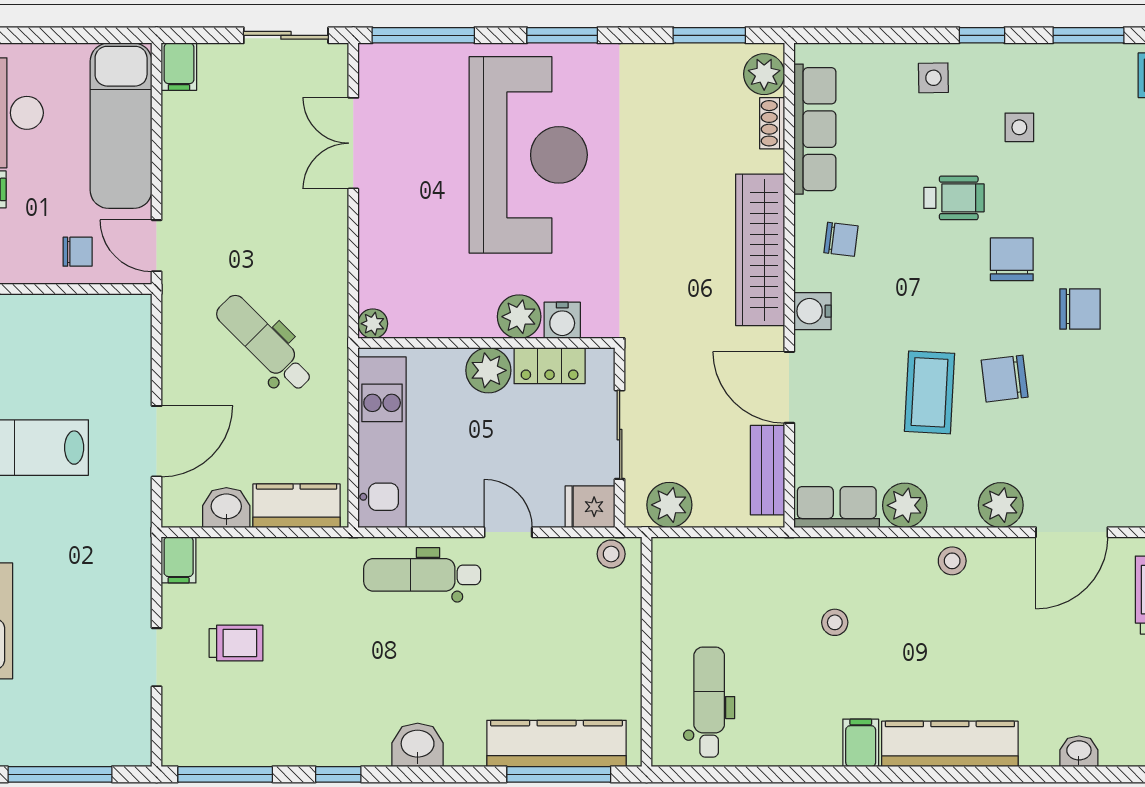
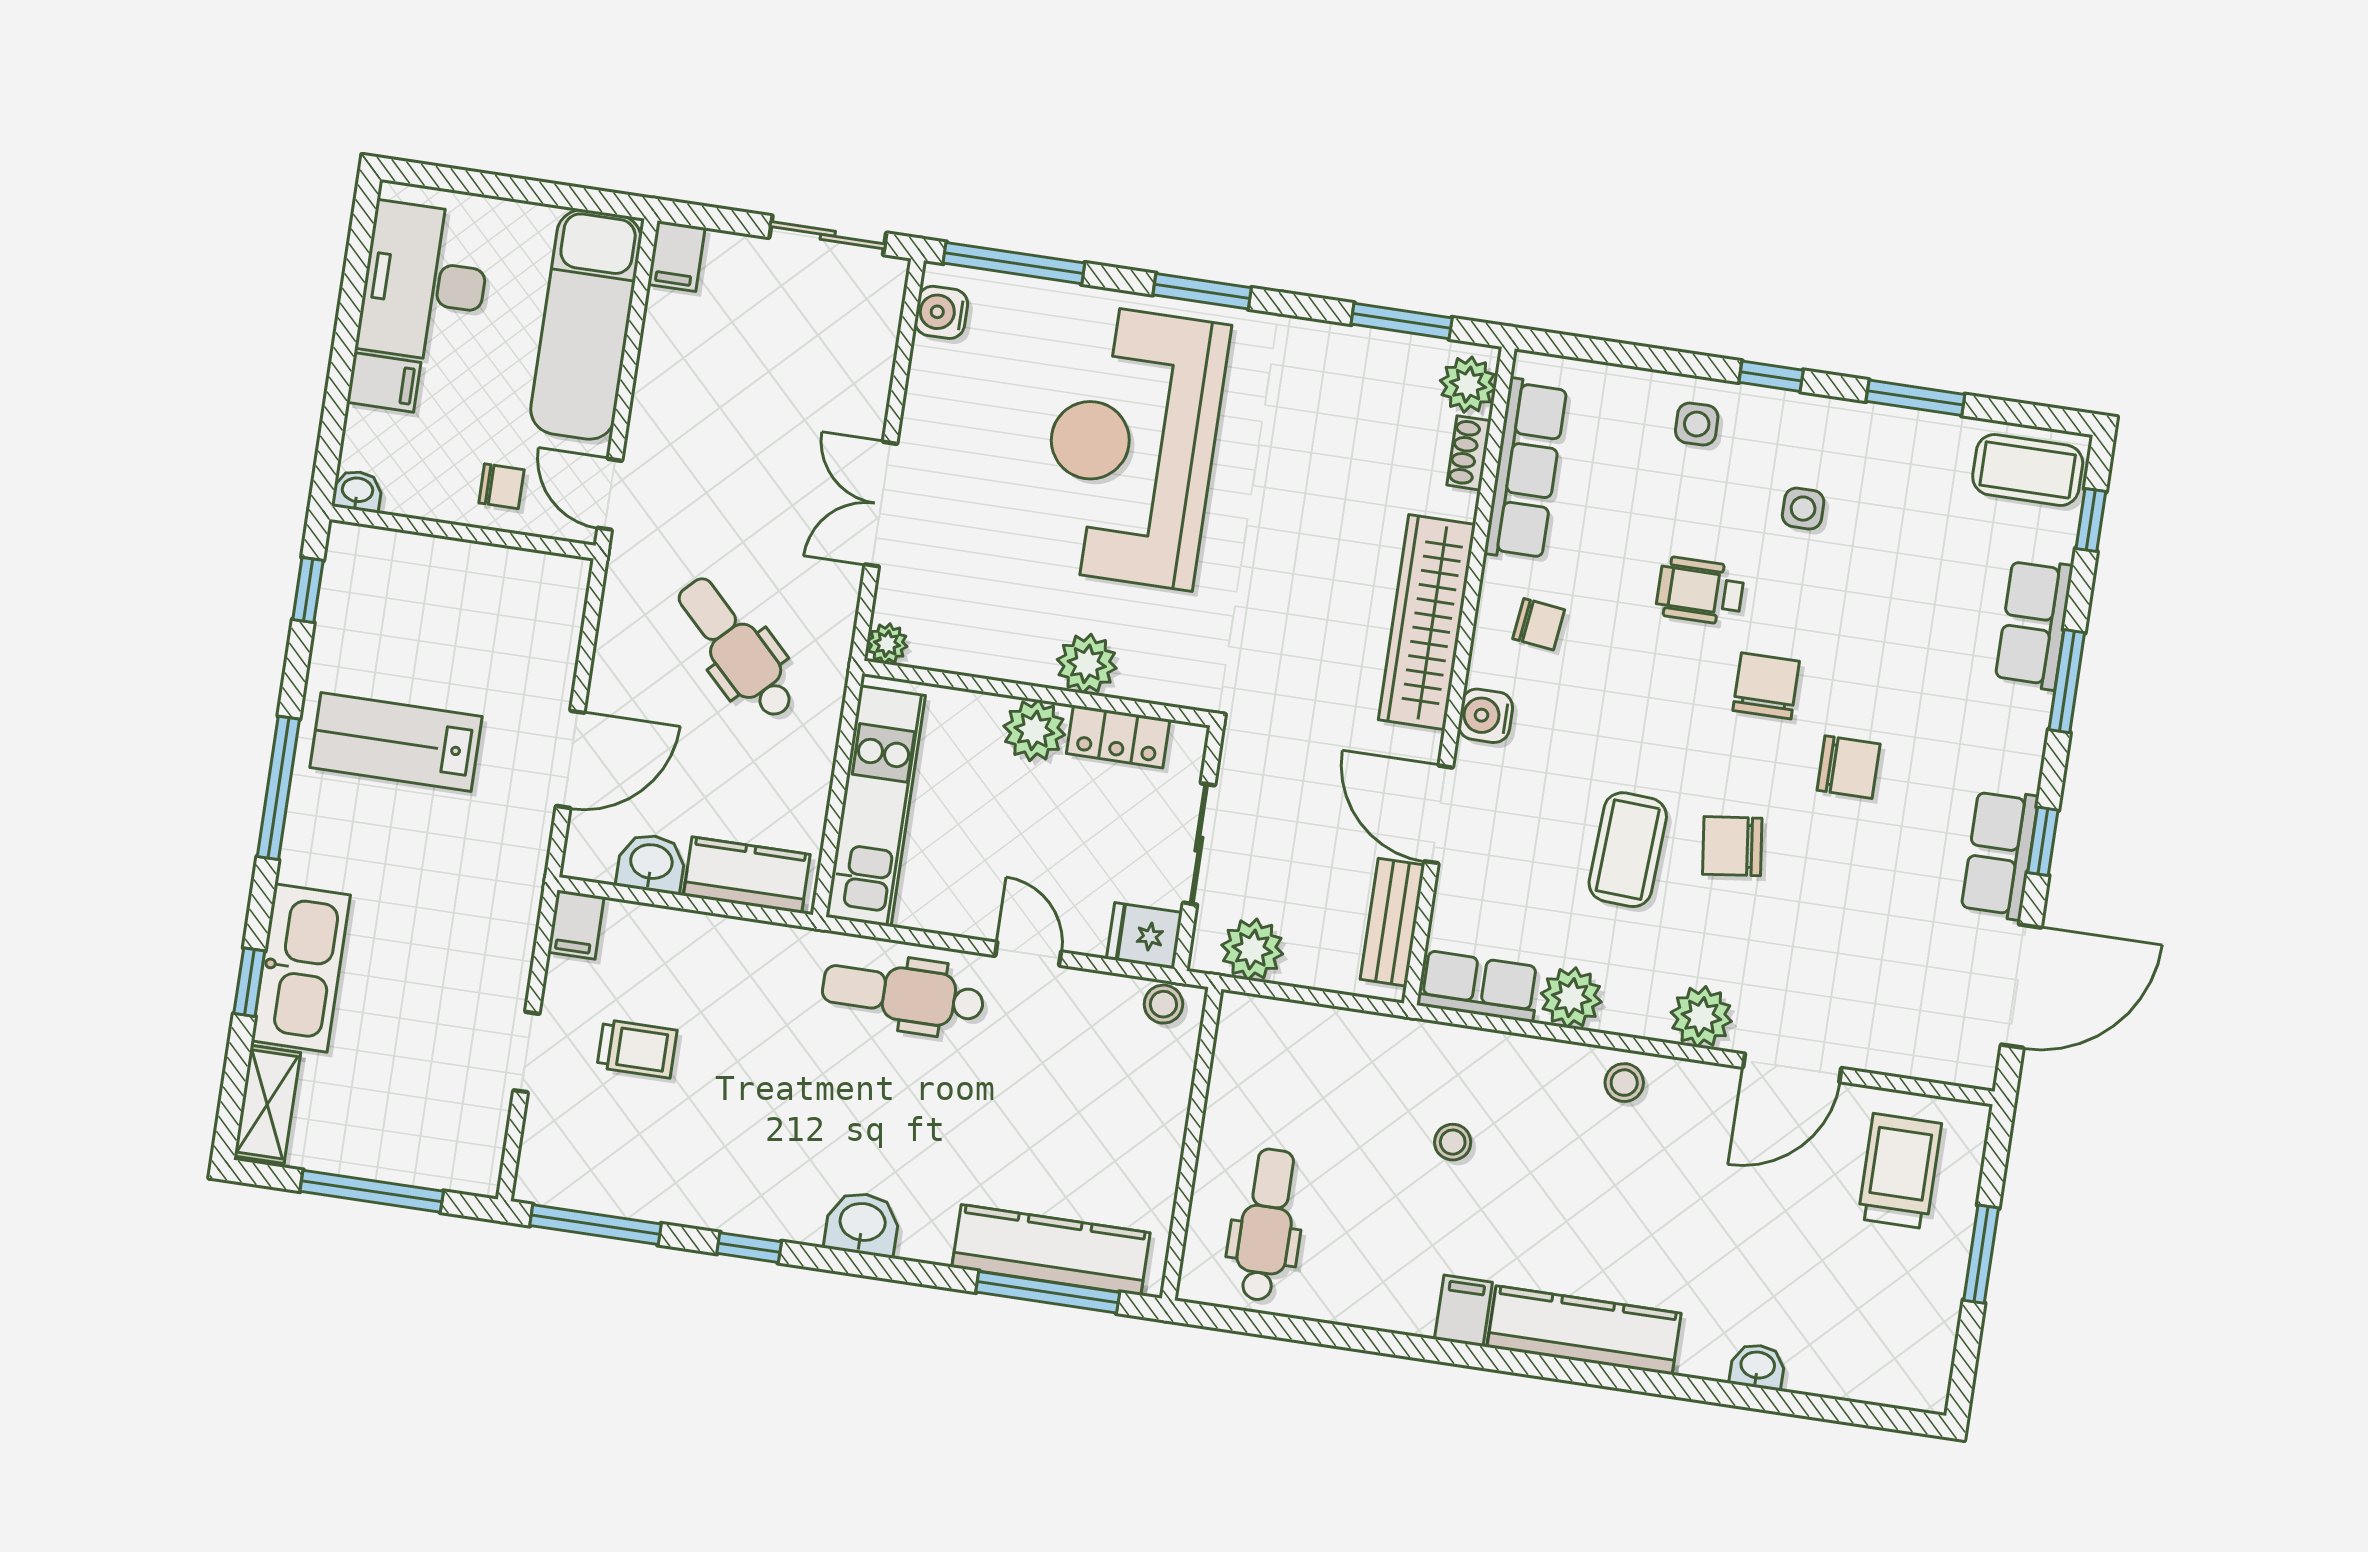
double door: (353, 143) -> (881, 504), moved
reception desk: (528, 155) -> (1132, 446), turned 180
wheelchair: (954, 198) -> (1700, 591), turned 180
water cooler: (562, 320) -> (941, 312), moved, turned 90

